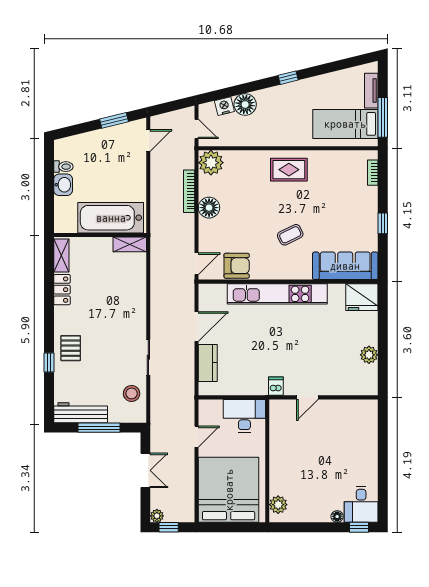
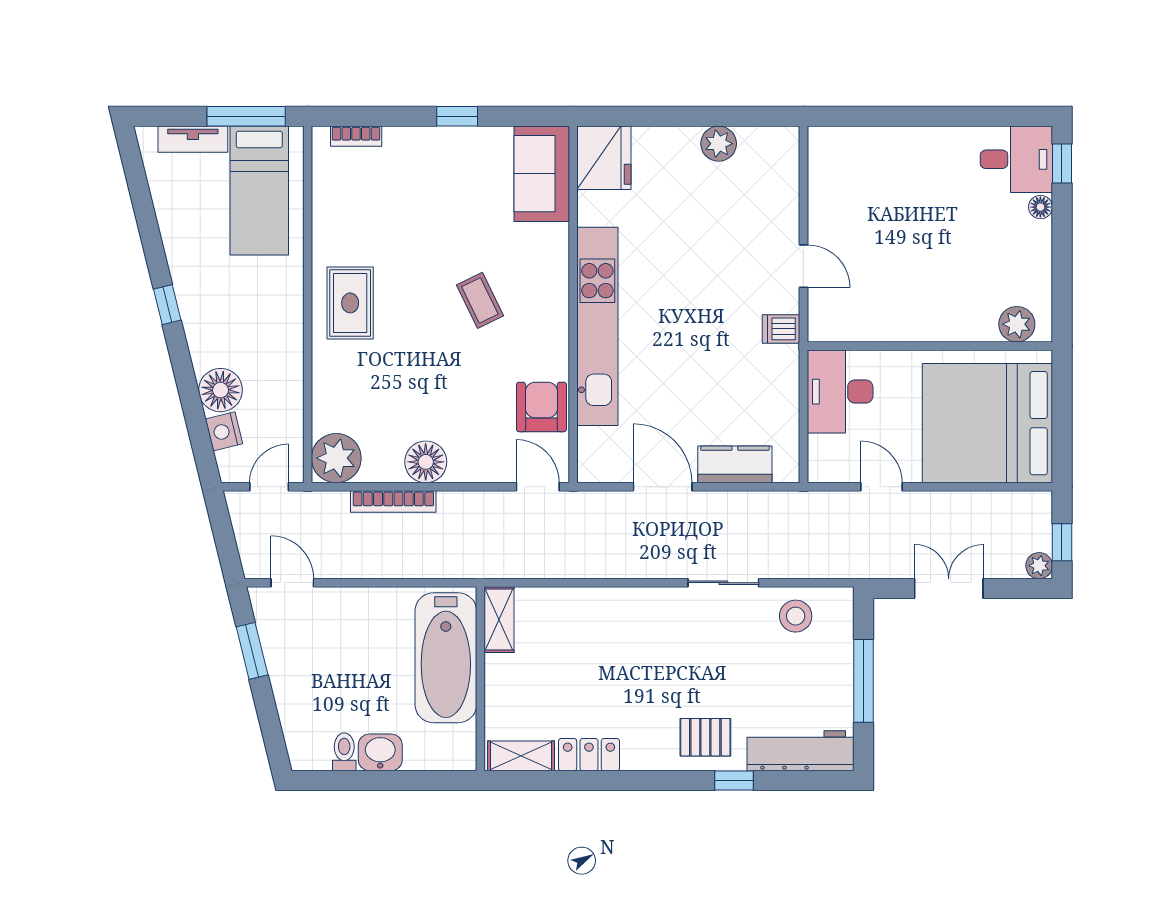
sofa: (345, 266) -> (542, 174), width x0.73
workbench: (81, 413) -> (801, 751), moved, turned 90

